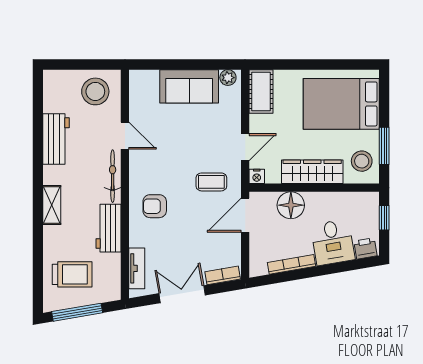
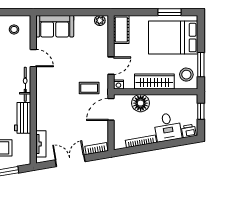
window: (336, 65) -> (170, 12), added
sofa: (189, 86) -> (55, 26), moved
stool: (95, 91) -> (14, 29), width x0.53, depth x0.53
armchair: (155, 206) -> (52, 104), removed

